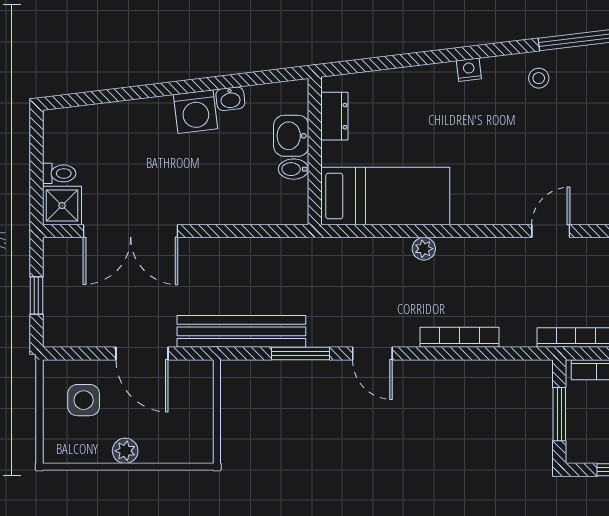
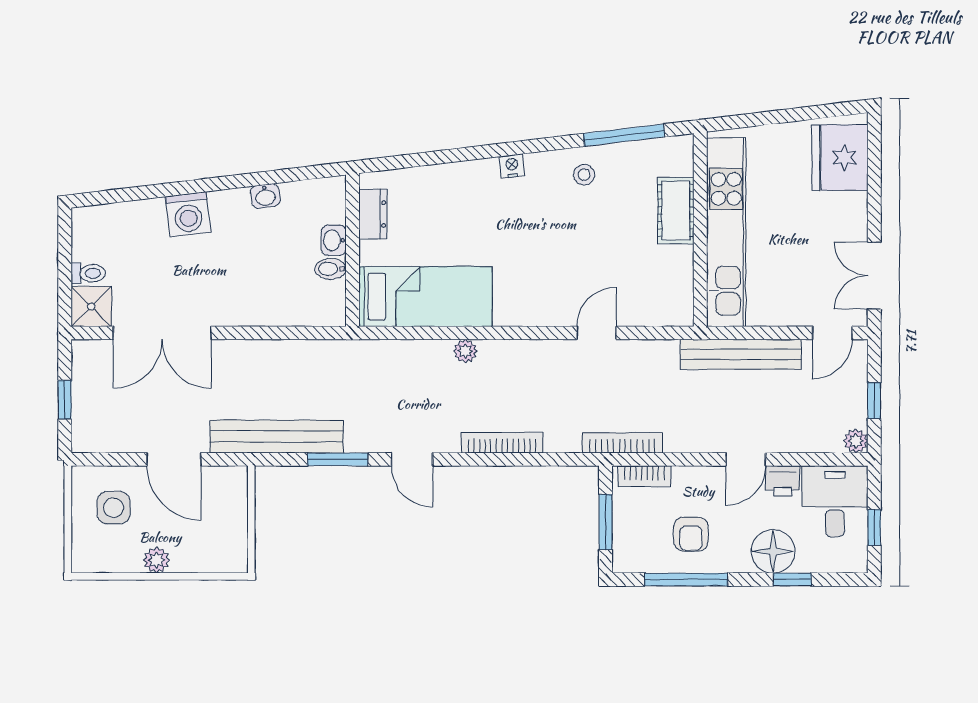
washing machine: (196, 112) -> (188, 214), moved
washbasin: (291, 136) -> (334, 240), width x0.72, depth x0.69

